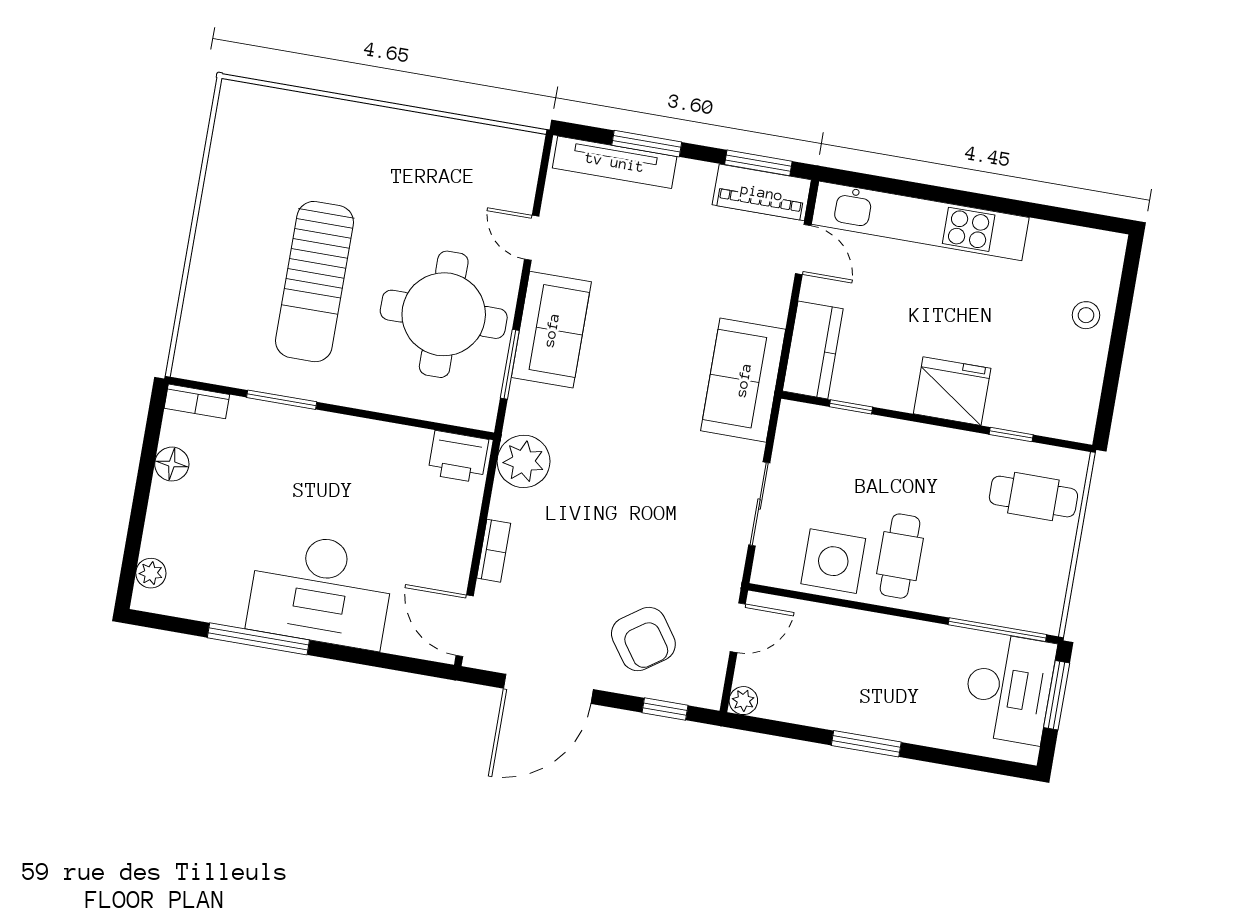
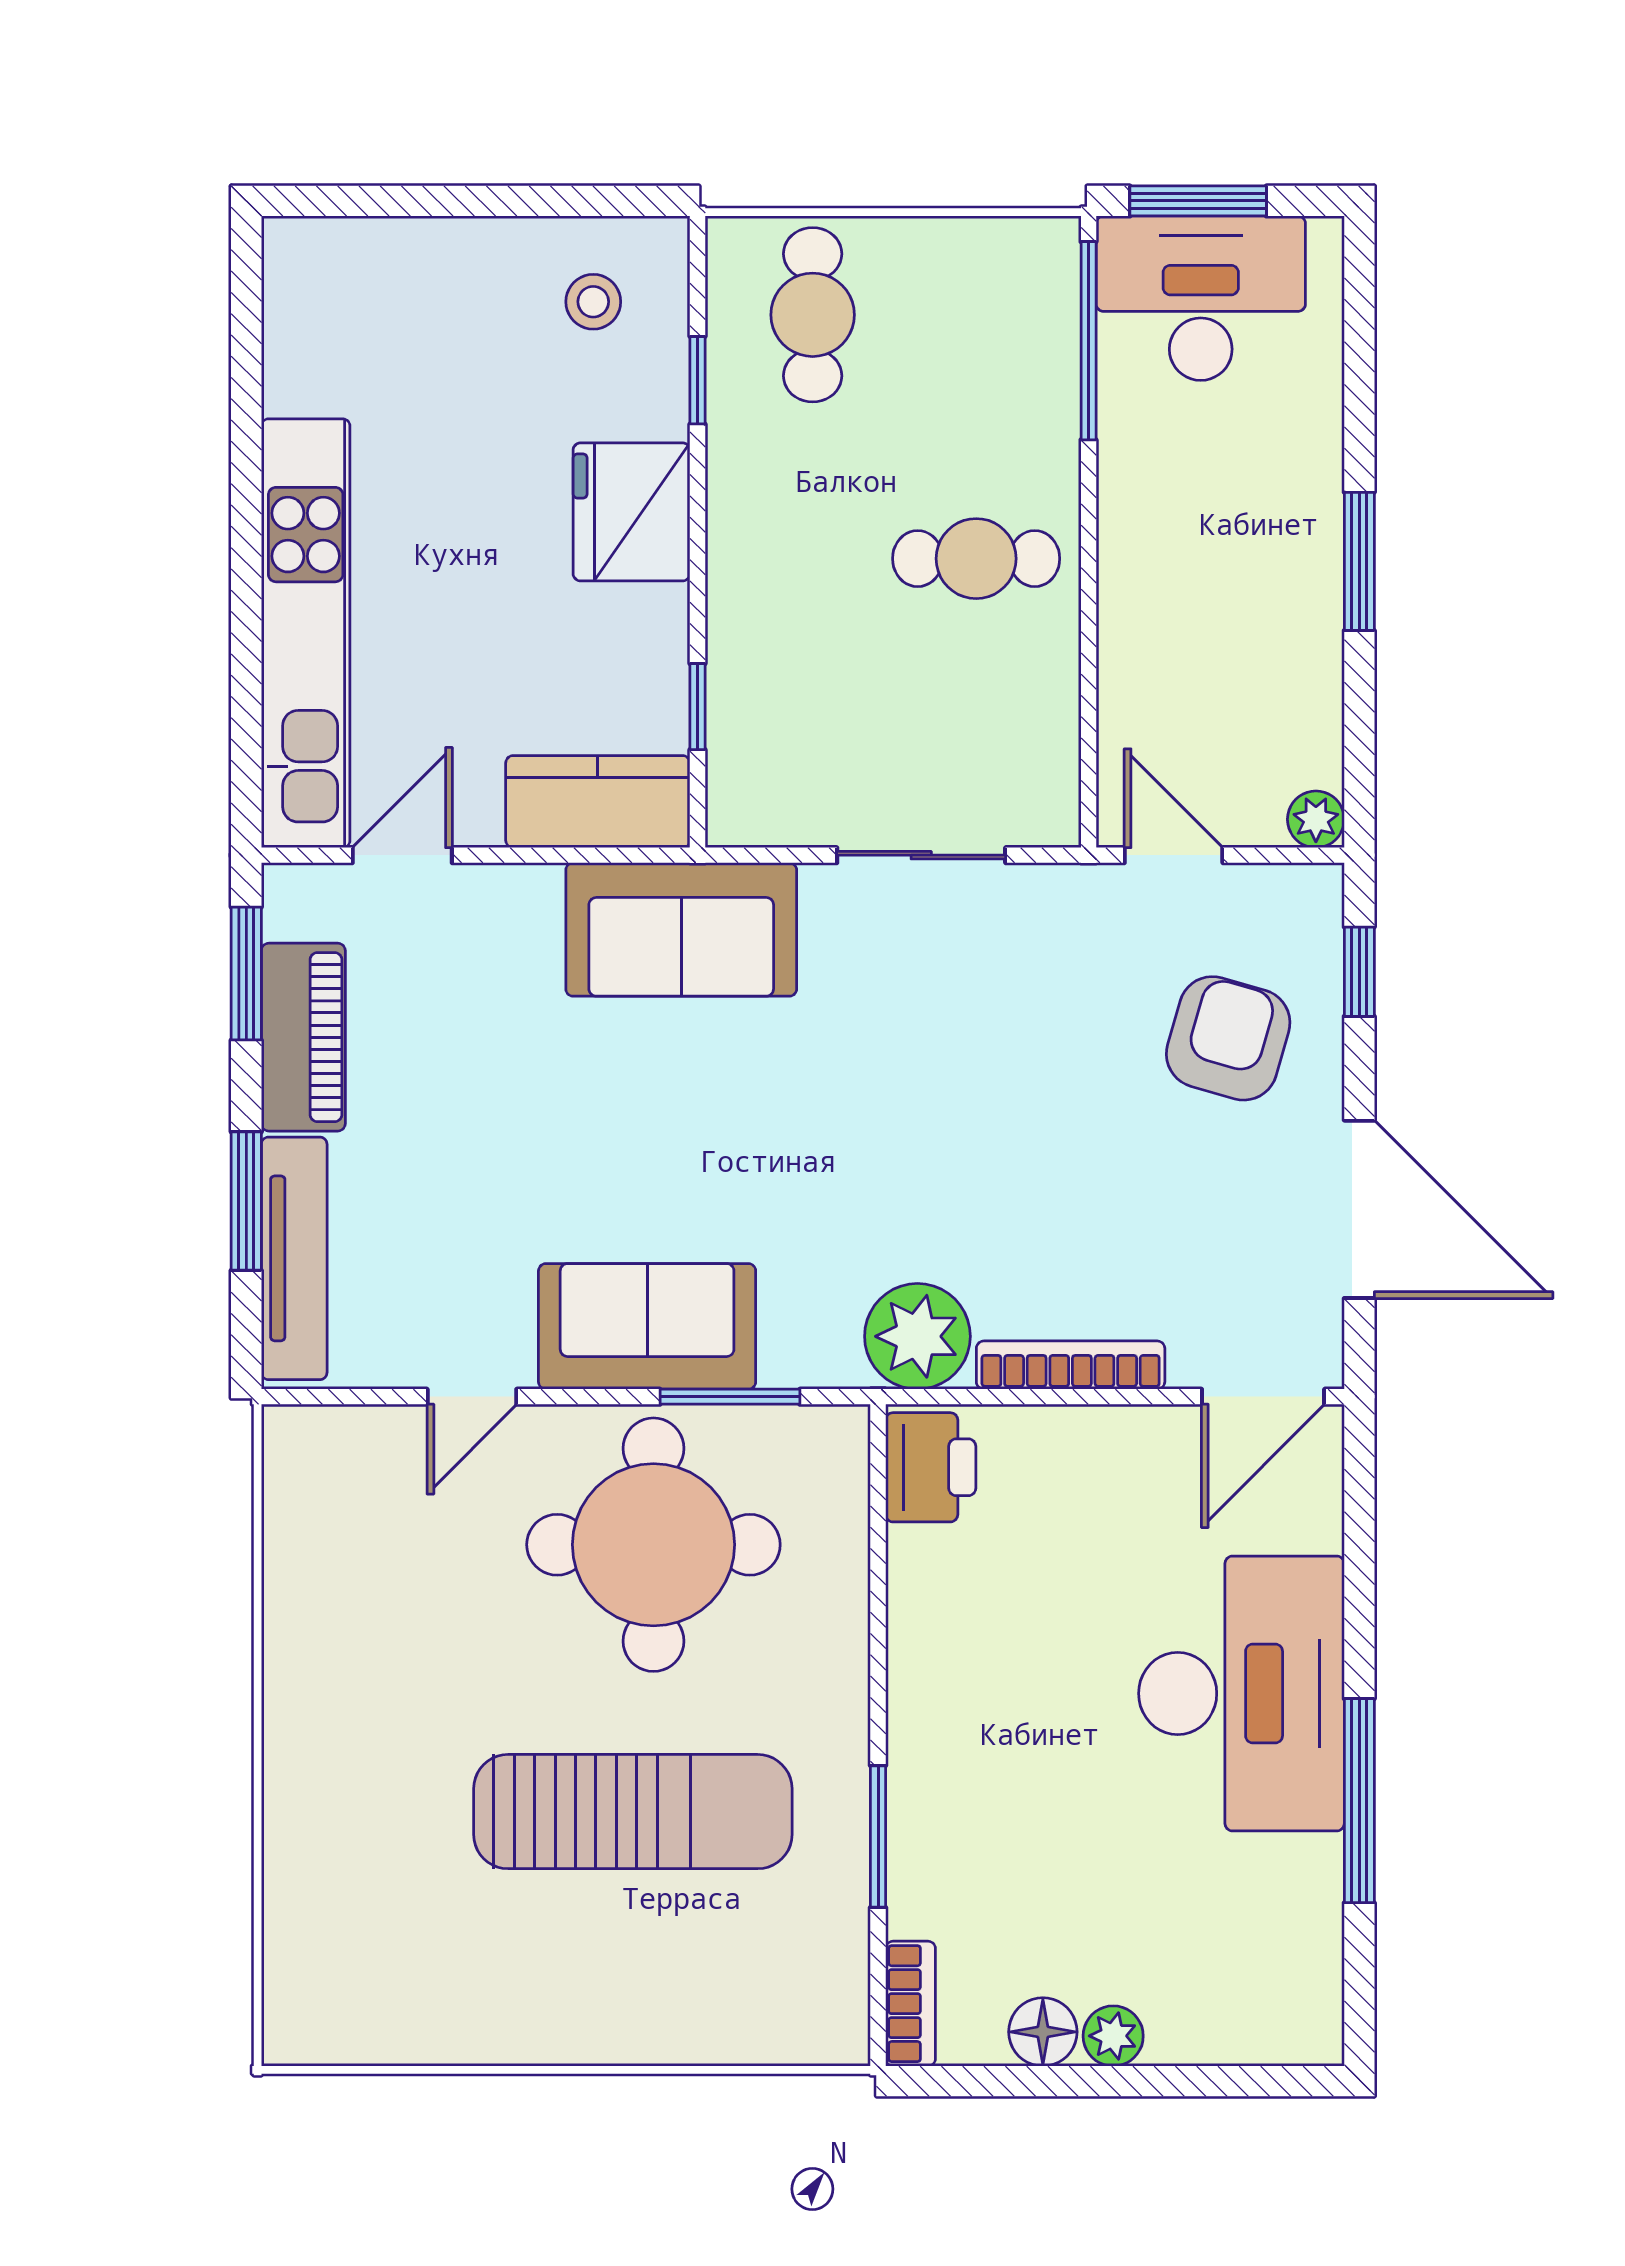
piano: (762, 192) -> (303, 1037), moved
stool: (1086, 315) -> (593, 302), moved
bookcase: (494, 551) -> (1071, 1365), width x1.56
side table: (833, 561) -> (1009, 689), removed
plant: (151, 573) -> (1113, 2036), moved
armchair: (643, 639) -> (1228, 1038), turned -39

